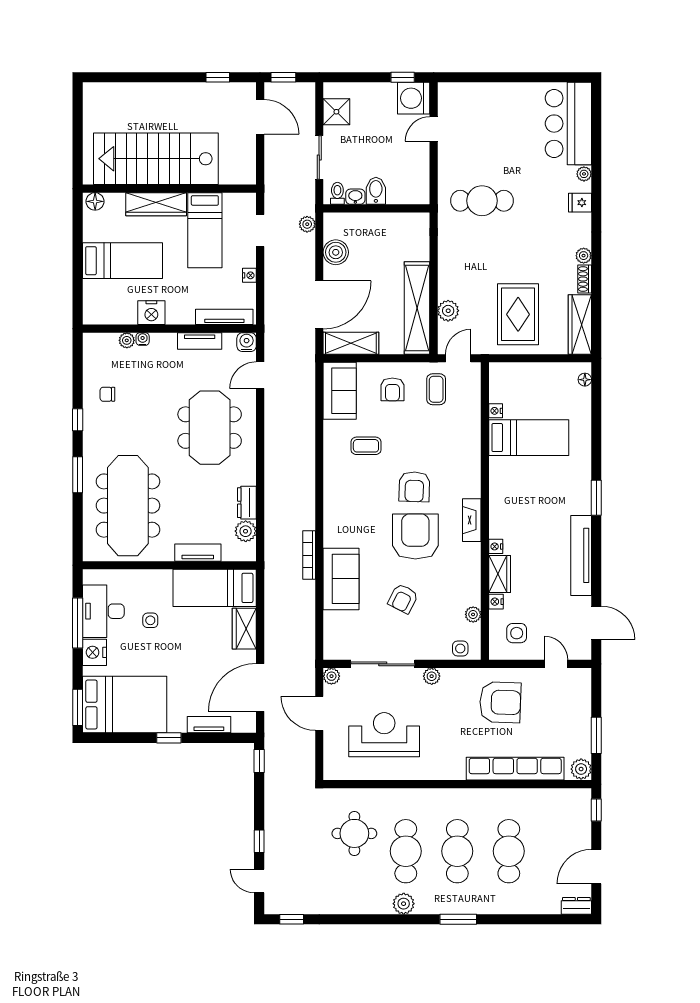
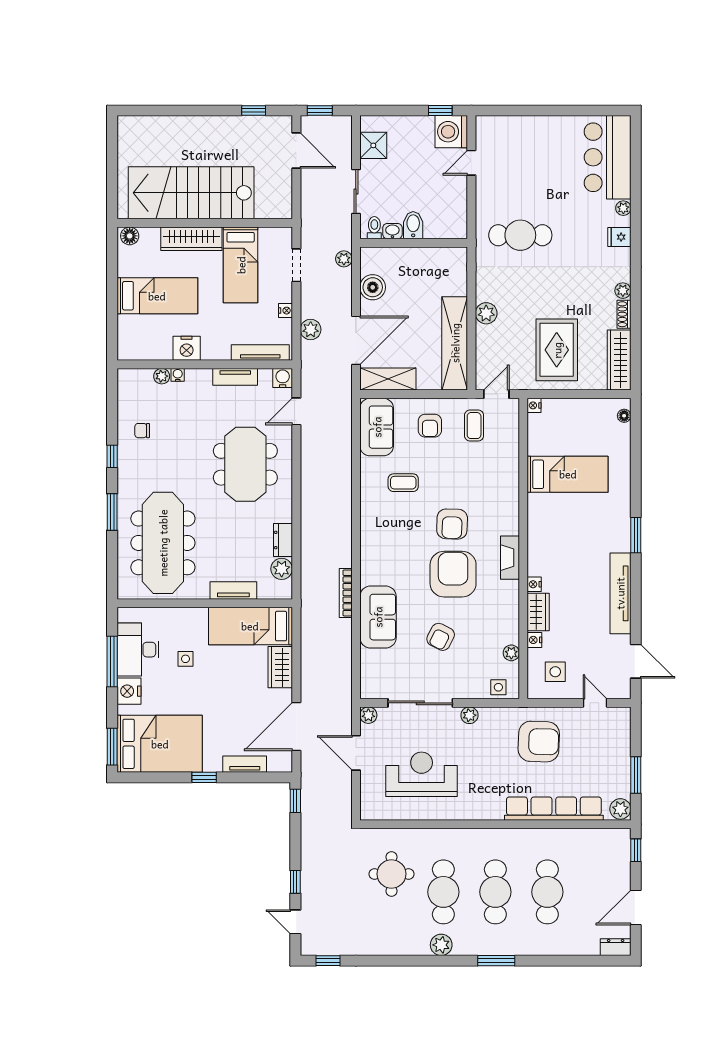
plant: (274, 294) -> (311, 330), added
plant: (448, 311) -> (486, 313), moved
nightstand: (496, 411) -> (534, 405), moved

